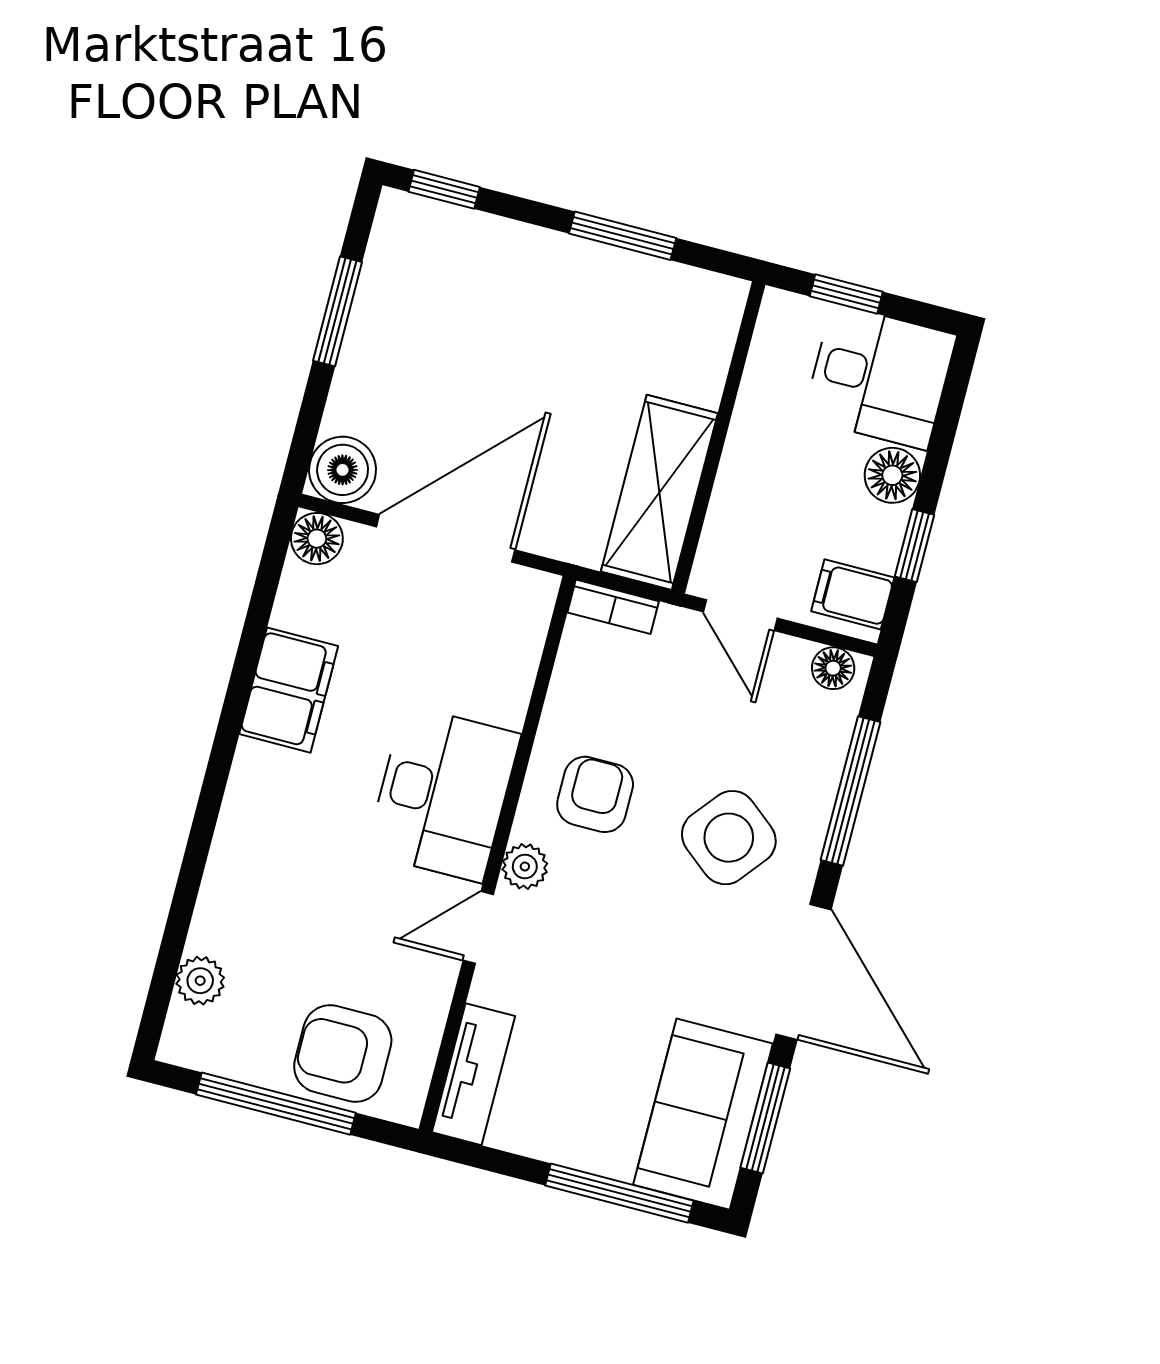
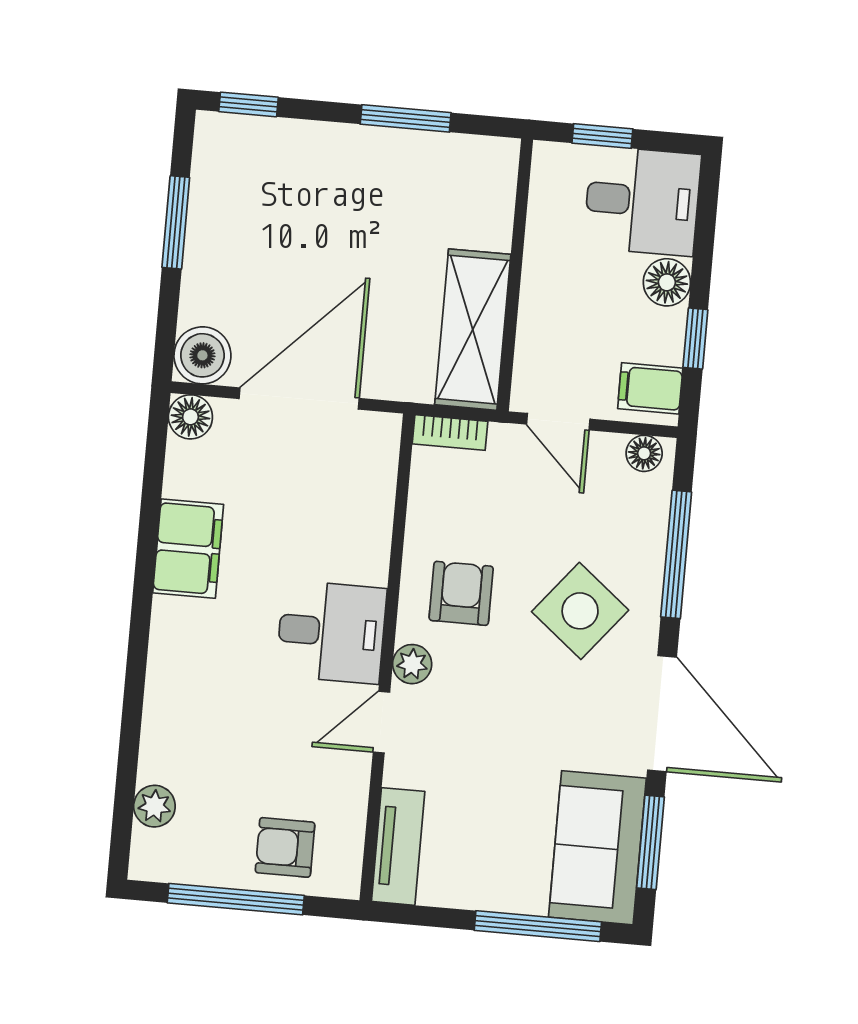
desk: (443, 794) -> (331, 632), width x0.73
armchair: (343, 1054) -> (285, 847), width x0.72, depth x0.72

